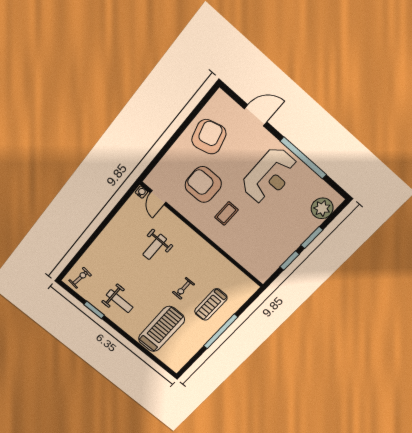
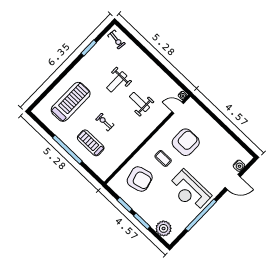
water cooler: (232, 108) -> (239, 166), added
door: (256, 115) -> (233, 182), hinge flipped
armchair: (209, 137) -> (140, 179), moved
weight bench: (120, 301) -> (117, 82), moved
treadmill: (161, 329) -> (71, 102), turned -90

